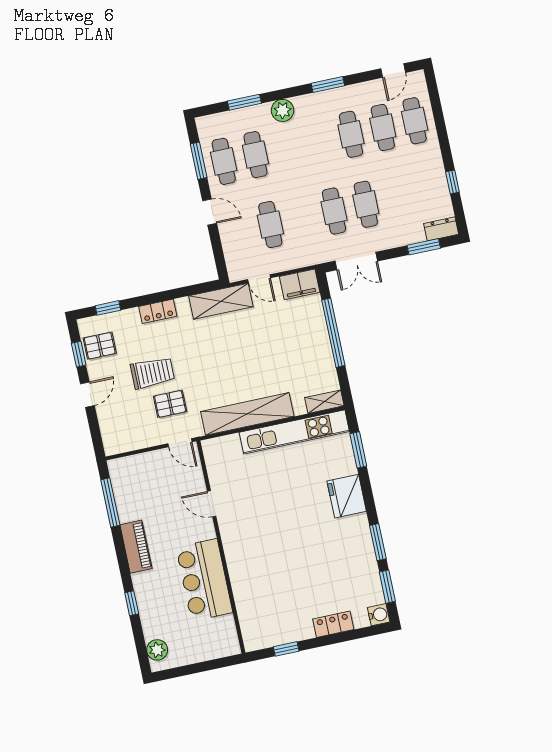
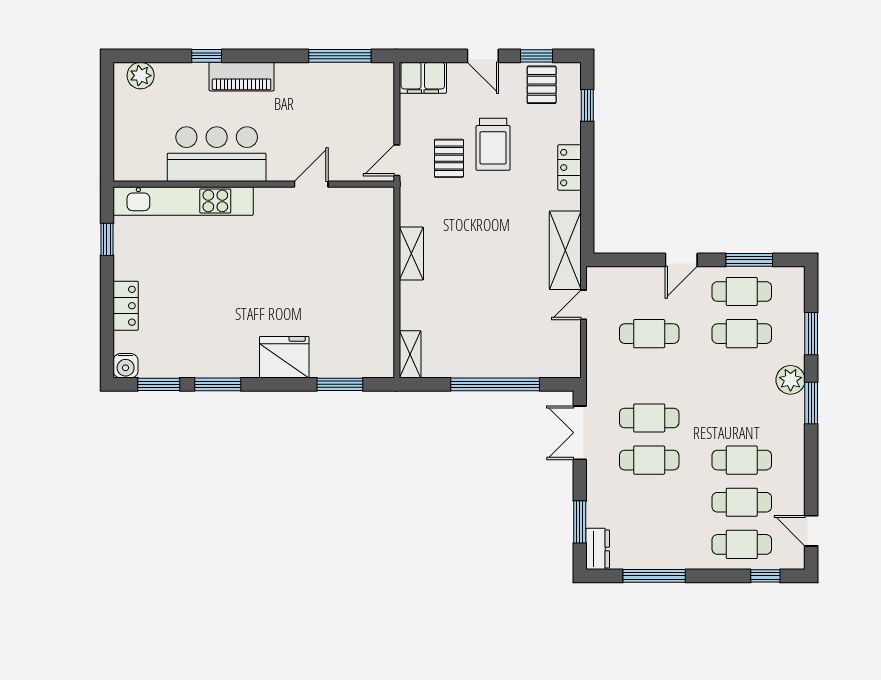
window: (328, 84) -> (811, 403), moved
window: (435, 98) -> (765, 576), added
window: (452, 182) -> (654, 576), width x2.17
filing cabinet: (300, 284) -> (423, 78), moved, turned -90
shelving: (247, 414) -> (411, 253), width x0.45, depth x0.75
kitchen unit: (294, 432) -> (183, 201), moved, turned -90
piano: (136, 547) -> (242, 77), moved

